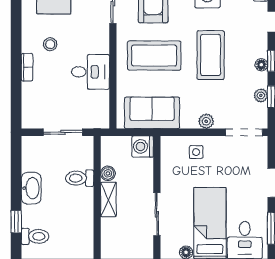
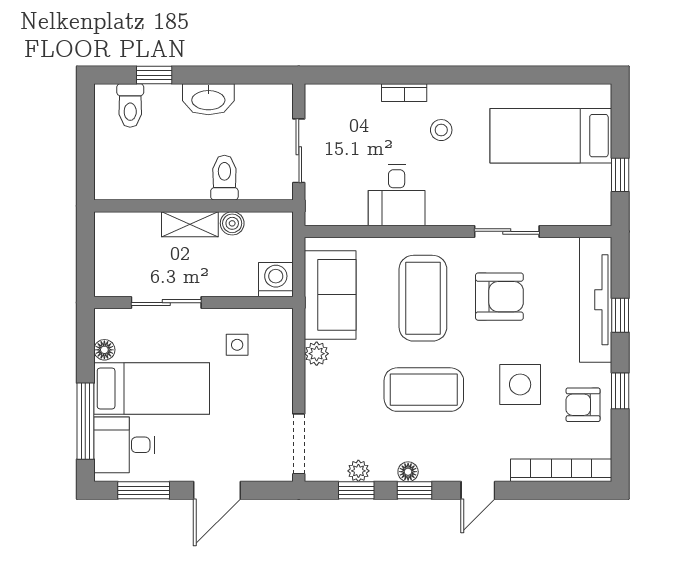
plant: (206, 121) -> (317, 354), moved
side table: (196, 152) -> (237, 345), moved

